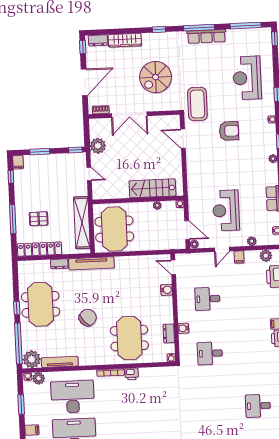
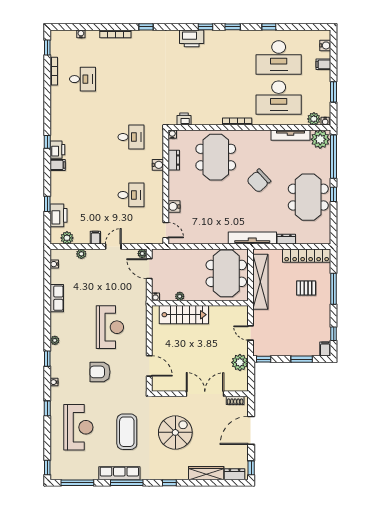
coffee table: (197, 104) -> (127, 432), moved
reception desk: (226, 210) -> (110, 327), moved
printer: (132, 374) -> (184, 119), moved

